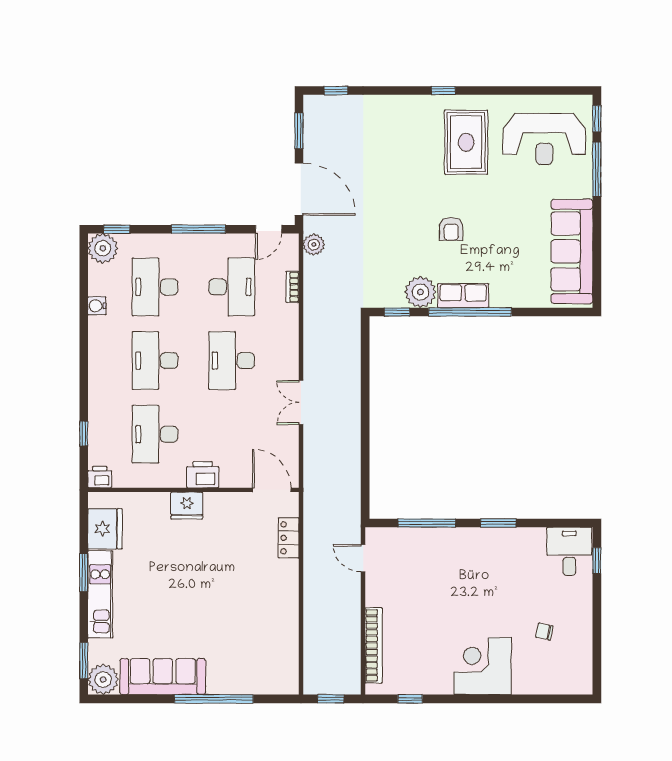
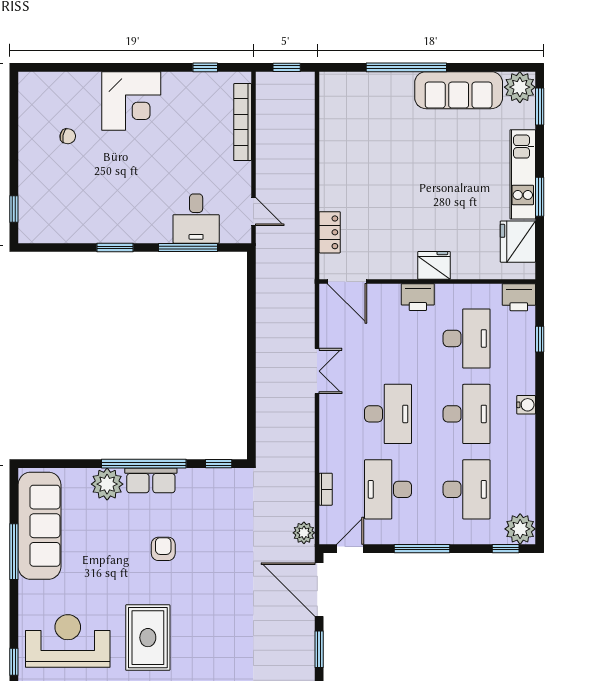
window: (597, 169) -> (14, 552), moved
plant: (420, 292) -> (107, 484), moved
water cooler: (97, 306) -> (526, 405), moved
printer: (100, 477) -> (519, 297), width x1.36, depth x1.24
desk: (569, 551) -> (196, 219), moved

